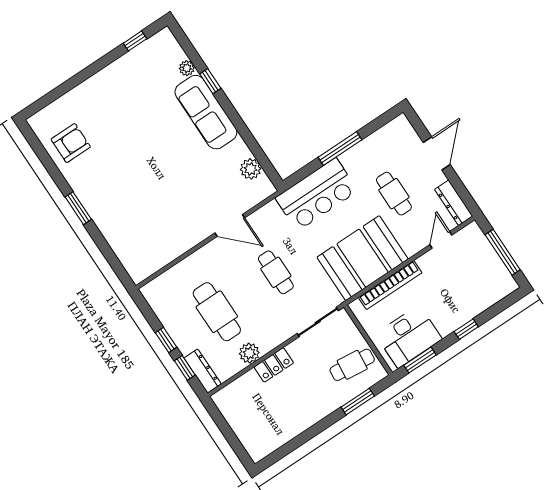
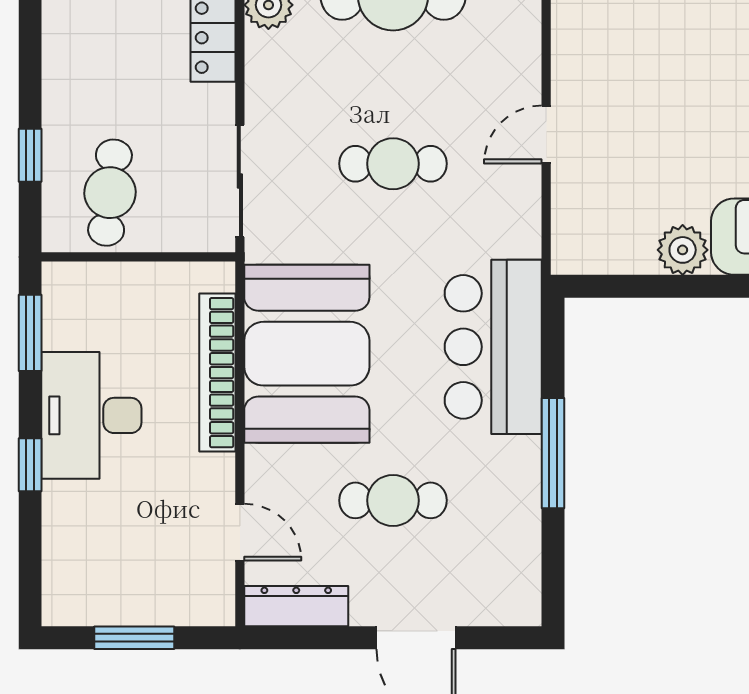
plant: (251, 169) -> (683, 250), moved
door: (230, 225) -> (546, 135), width x0.73
window: (503, 252) -> (134, 638), width x0.69
desk: (409, 337) -> (91, 415), moved
window: (358, 402) -> (30, 155), width x0.67

